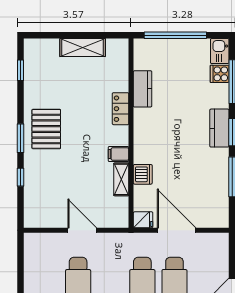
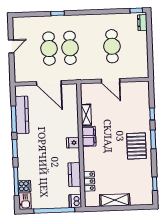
locker: (121, 109) -> (89, 181), moved
kitchen counter: (219, 128) -> (22, 115), moved, width x1.50
filing cabinet: (118, 154) -> (89, 136), width x2.00
dishwasher: (143, 174) -> (75, 201), moved
fridge: (143, 220) -> (73, 143), moved

